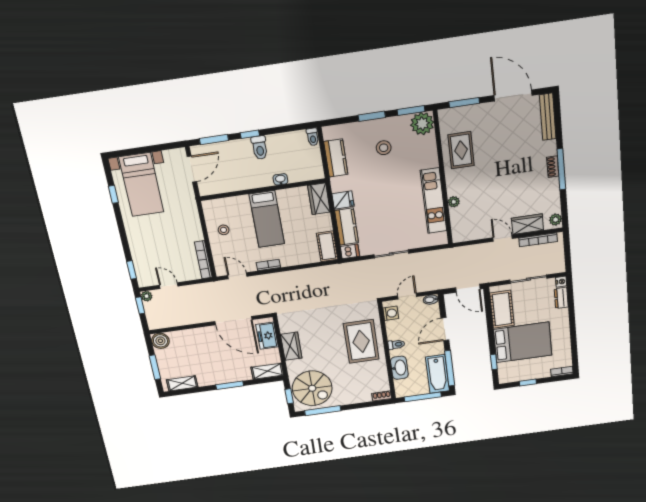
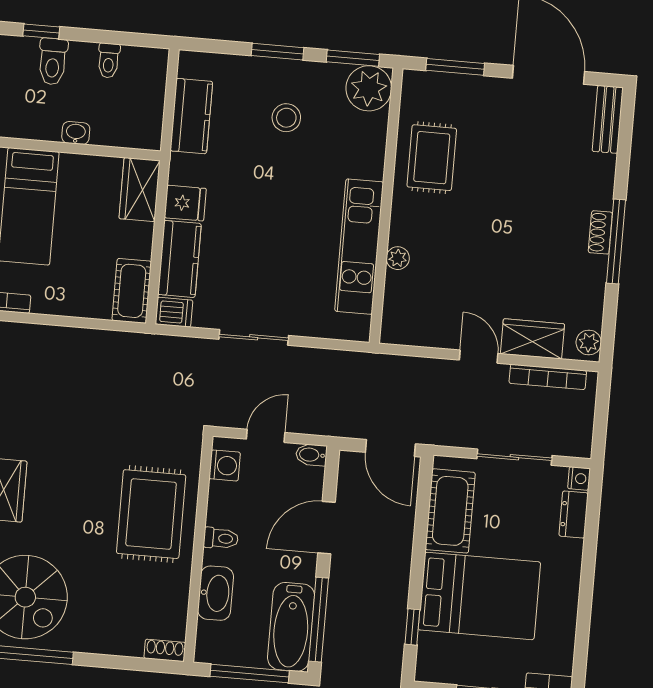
bench: (548, 117) -> (608, 119), width x0.73
toilet: (313, 137) -> (109, 60), moved

